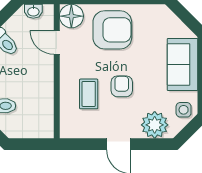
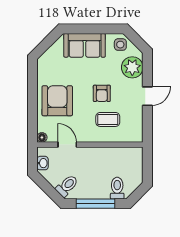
floor lamp: (71, 16) -> (42, 137), width x0.53, depth x0.53
door: (57, 42) -> (67, 145), swing flipped
armchair: (122, 86) -> (102, 93), turned -90

